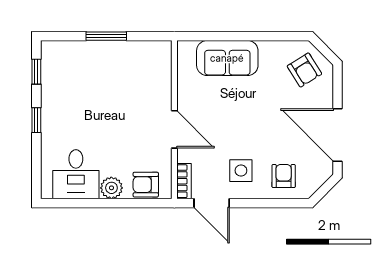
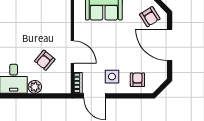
door: (338, 135) -> (170, 45), moved
armchair: (146, 185) -> (45, 60), moved, turned -50

